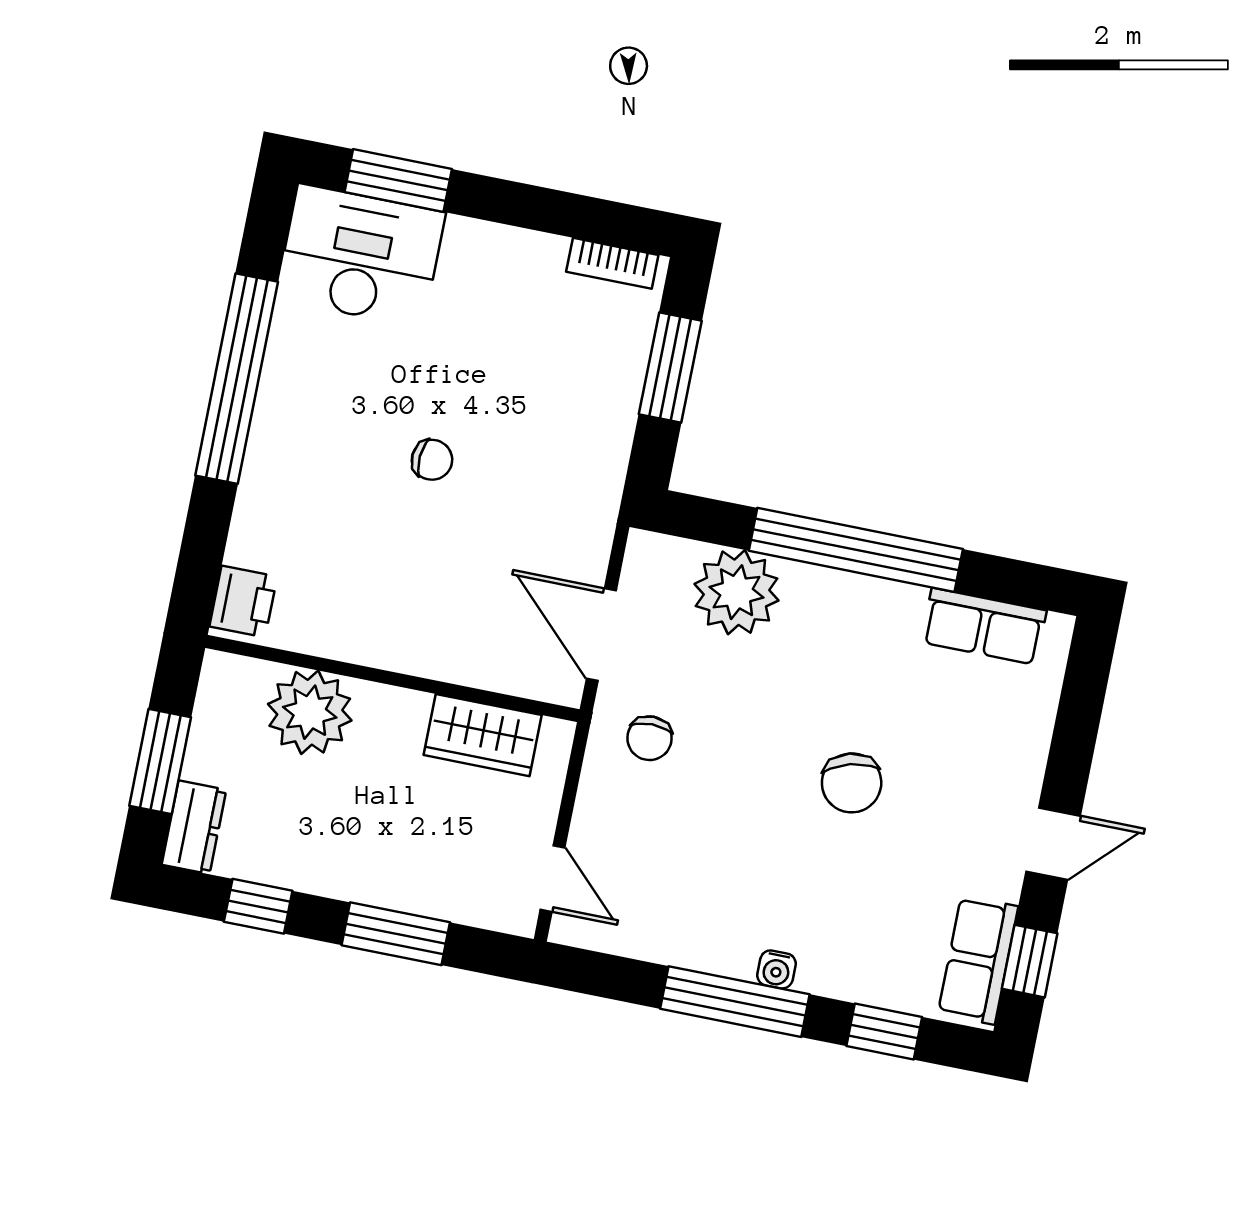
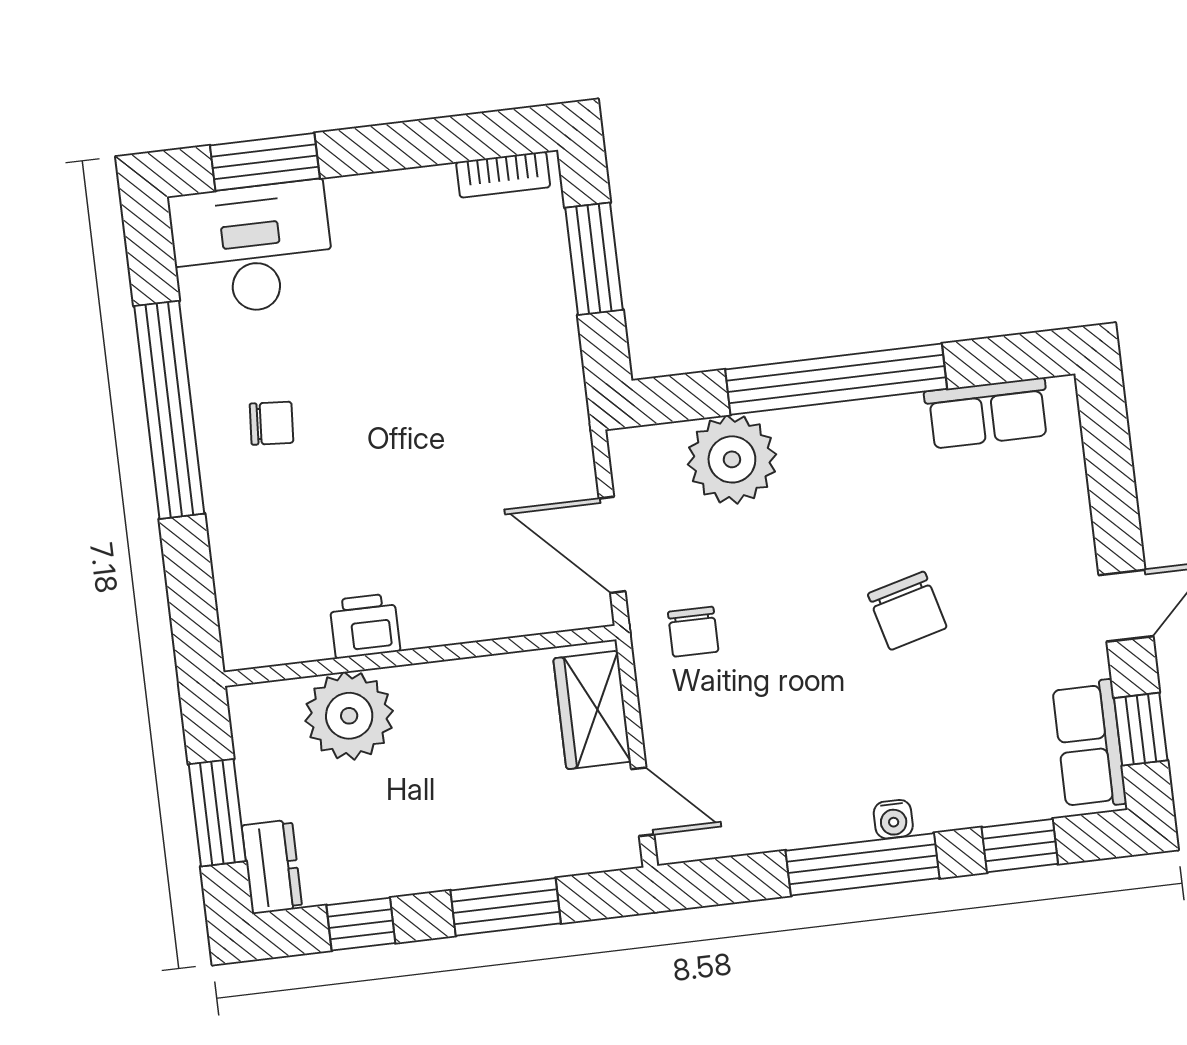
chair: (432, 460) -> (272, 423), moved
printer: (243, 601) -> (365, 626), moved, turned -90
wardrobe: (483, 735) -> (592, 710), moved, turned 90

